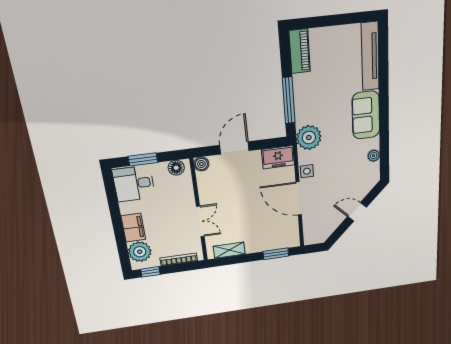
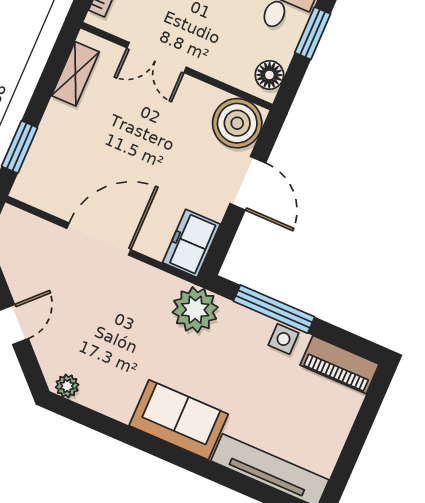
plant: (374, 156) -> (67, 386), moved
boiler: (201, 164) -> (237, 123), width x1.86, depth x1.86
side table: (307, 171) -> (284, 339), moved

